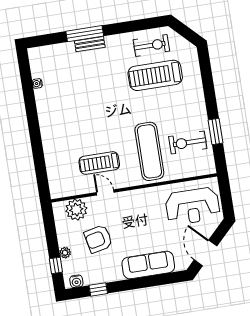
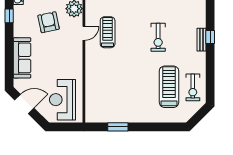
window: (85, 34) -> (210, 37), width x0.46
exercise bike: (188, 143) -> (158, 37), moved, turned 180
exercise mat: (149, 151) -> (110, 73), removed

